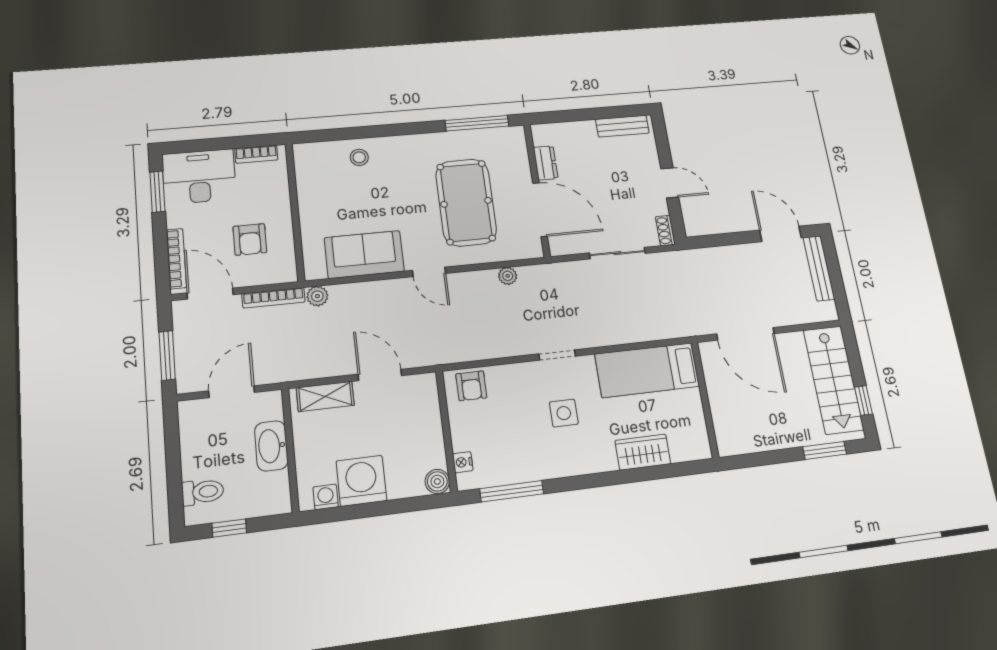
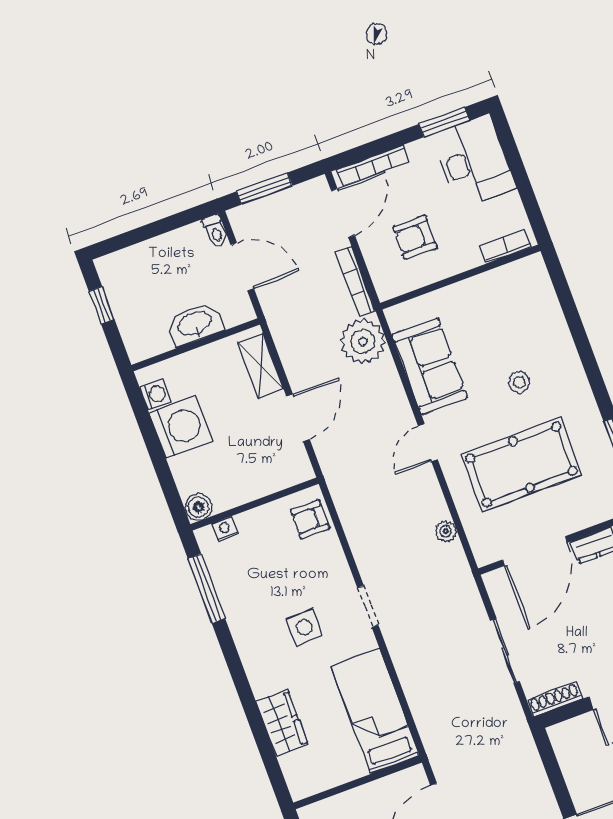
bookcase: (256, 154) -> (506, 246), moved, turned 90
stool: (359, 157) -> (519, 382), moved
shoe rack: (665, 231) -> (555, 699), width x1.43
plant: (317, 296) -> (363, 341), width x1.88, depth x1.88
toilet: (203, 492) -> (215, 231), moved, width x0.73, depth x0.72

